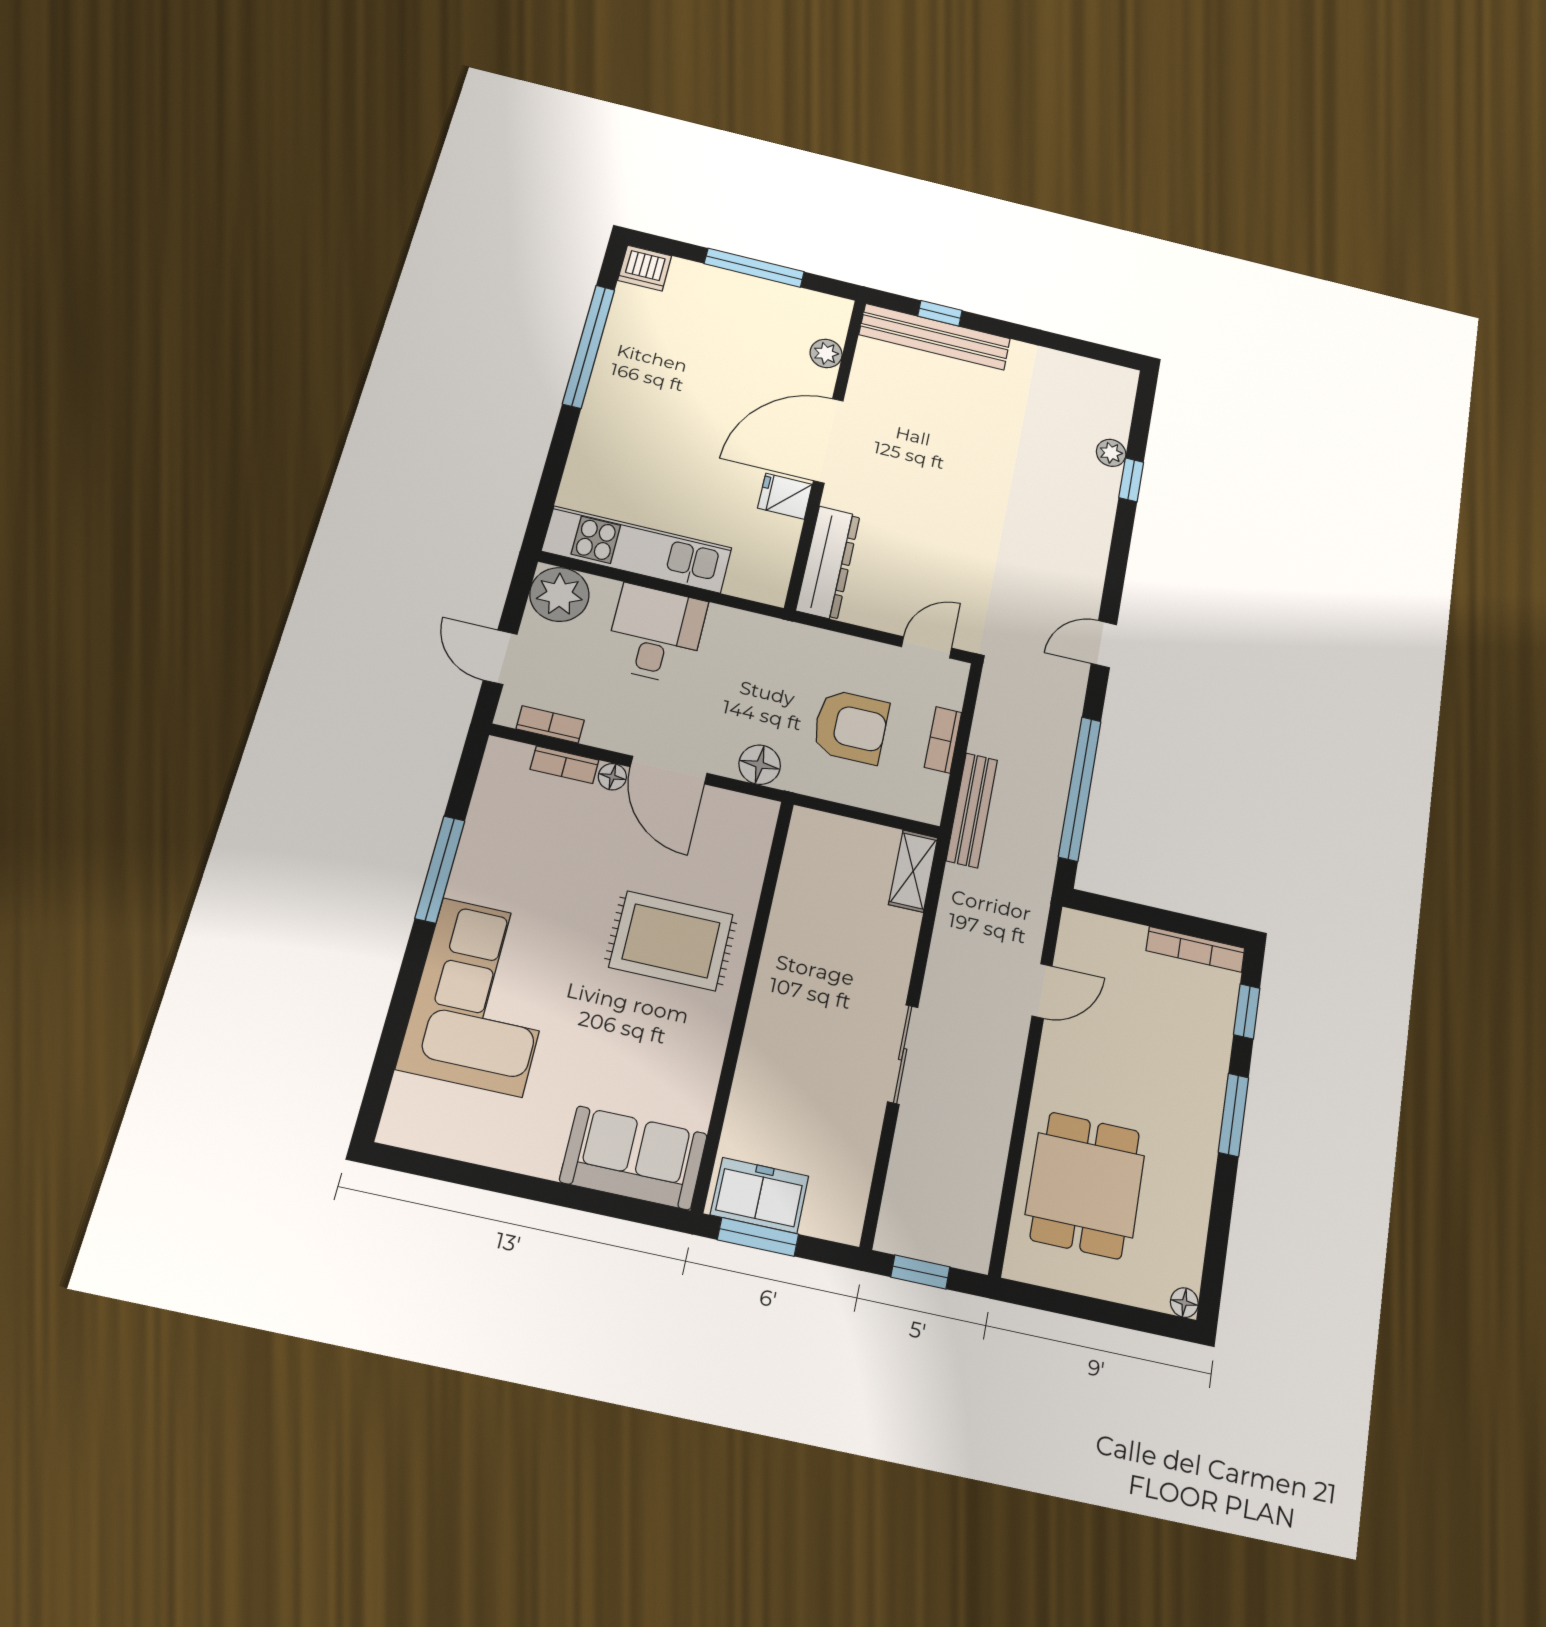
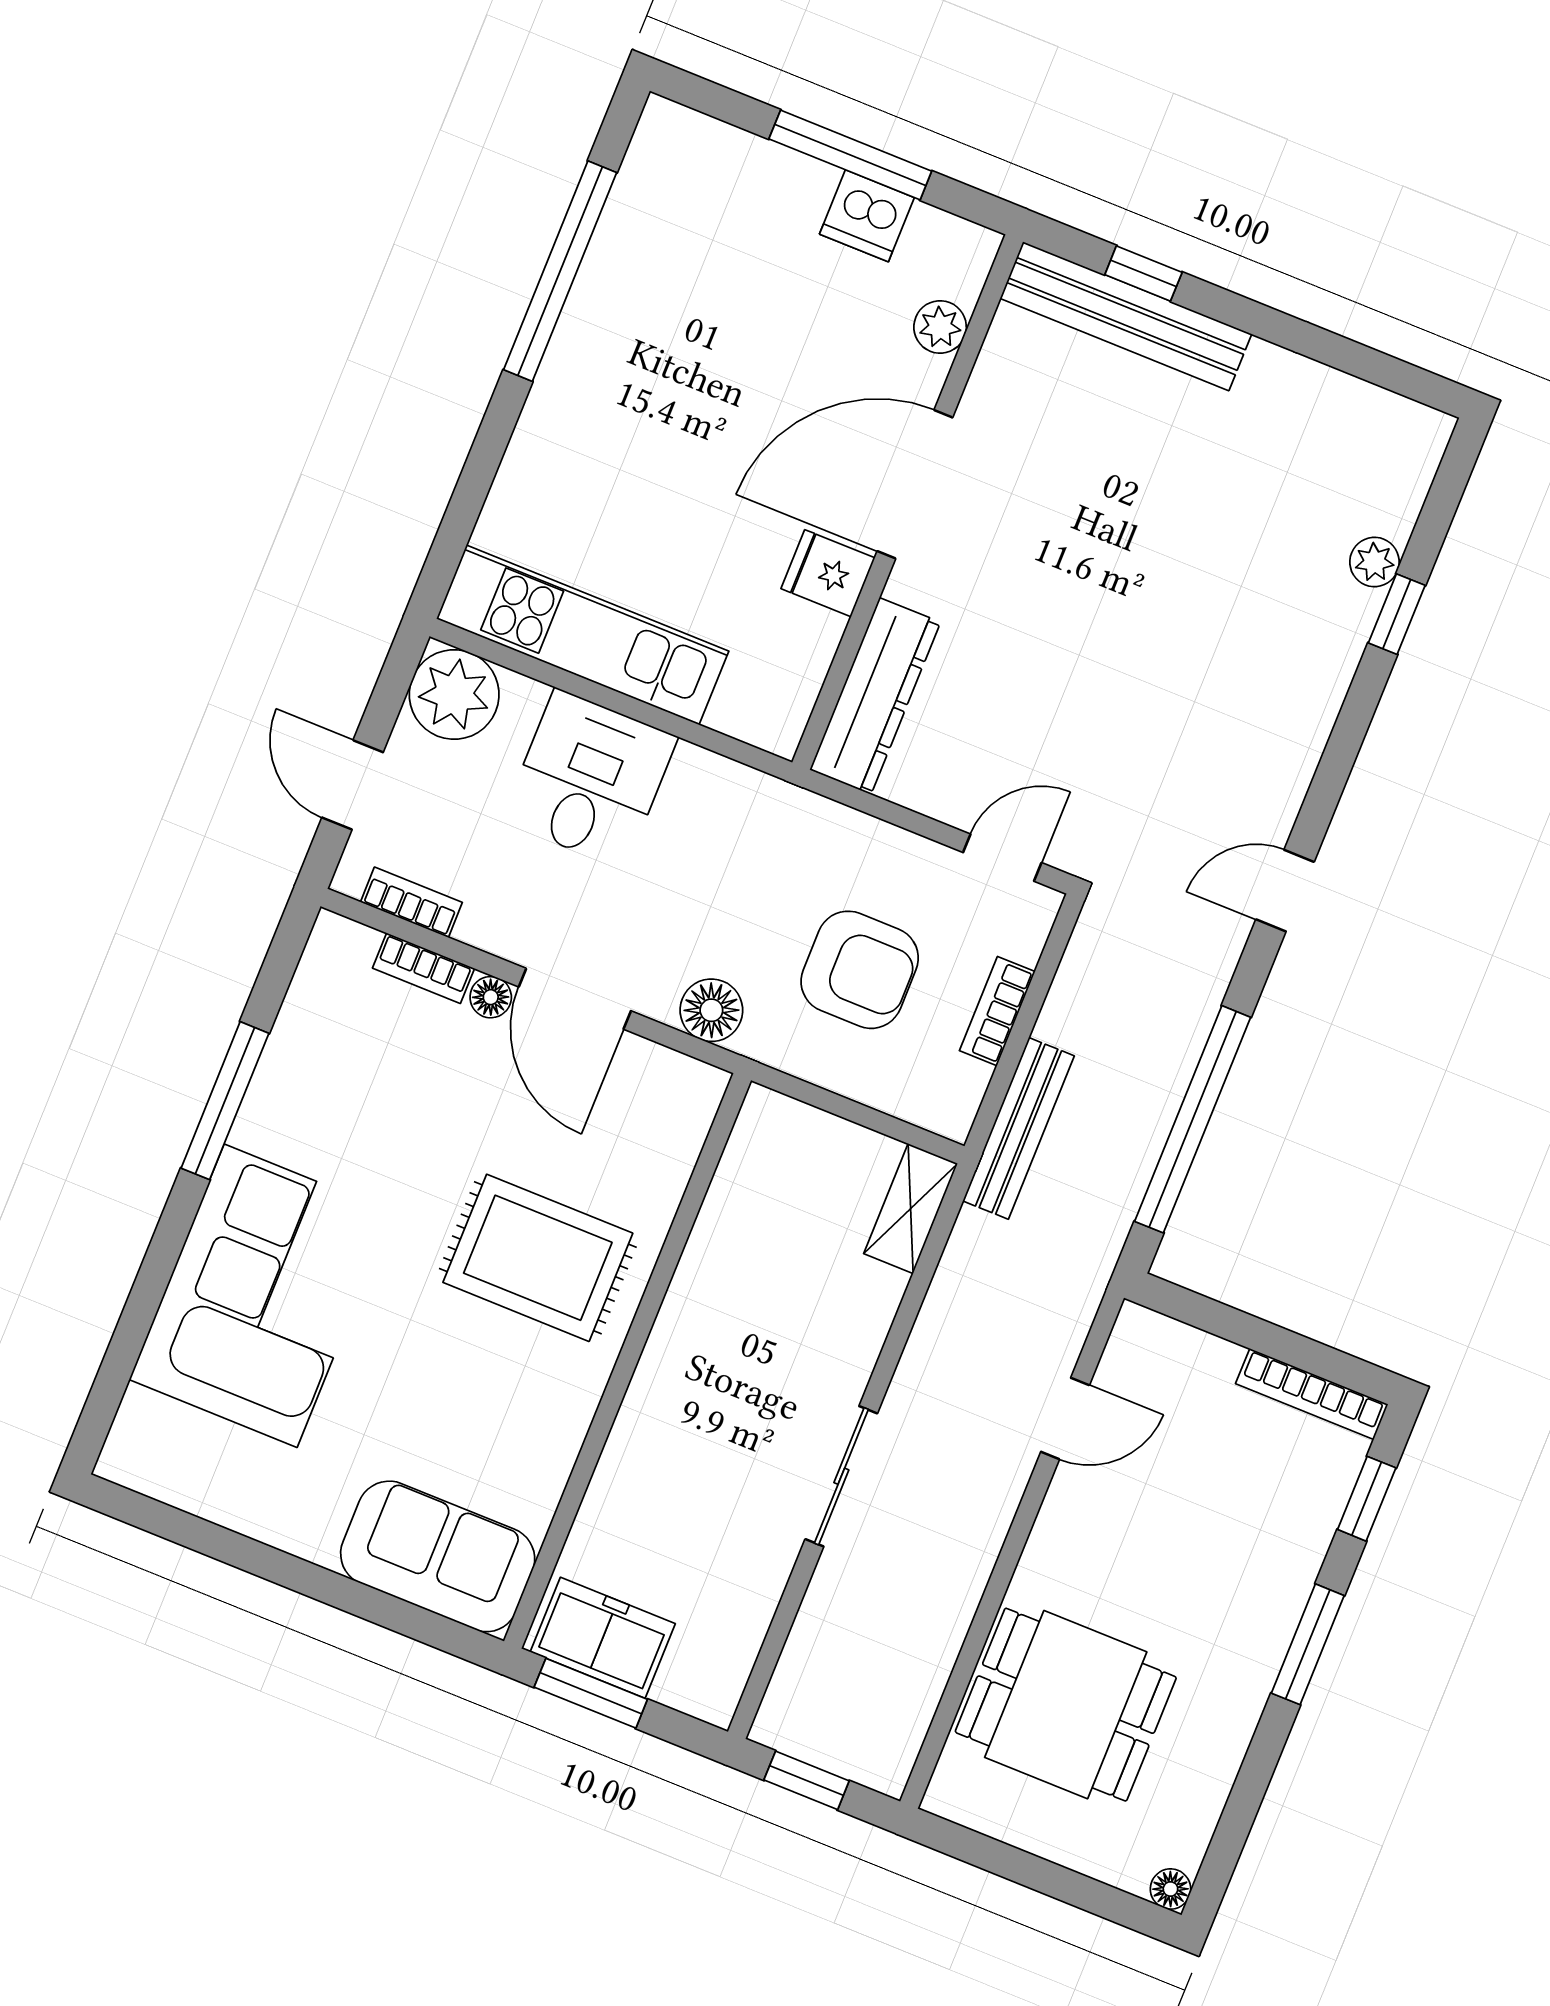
dishwasher: (645, 268) -> (867, 216), moved
dining table: (1085, 1185) -> (1066, 1705), turned 90

